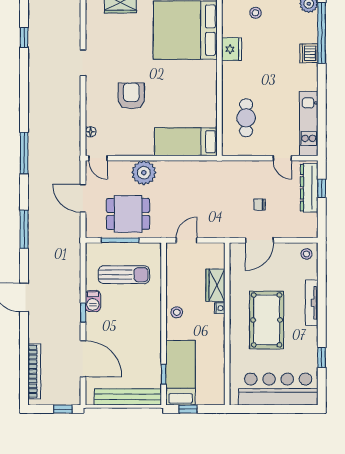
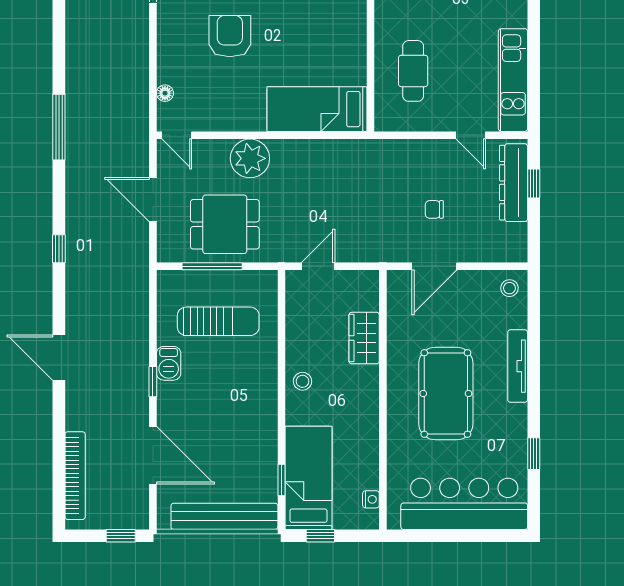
window: (24, 229) -> (59, 249), width x0.46
nightstand: (220, 308) -> (371, 499), moved

